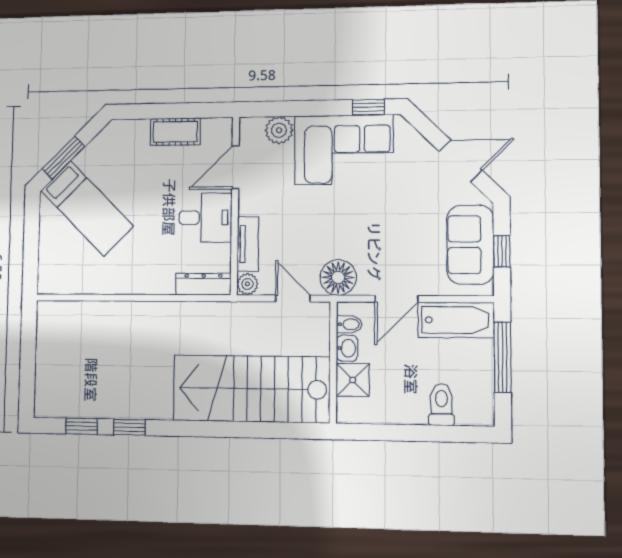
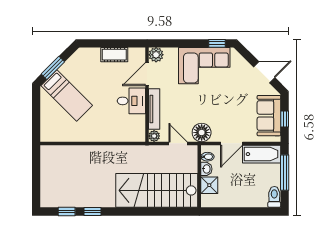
plant: (279, 130) -> (156, 55), moved
tv unit: (248, 244) -> (154, 109), width x1.41
dresser: (203, 284) -> (131, 136), removed
toilet: (441, 405) -> (274, 197), moved

